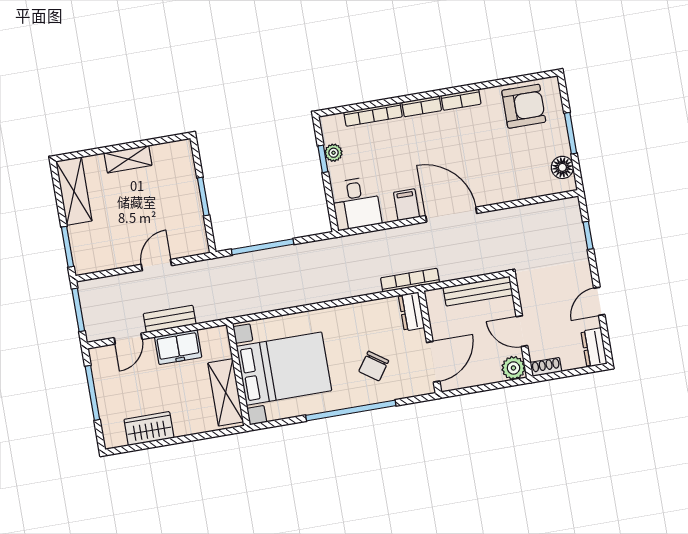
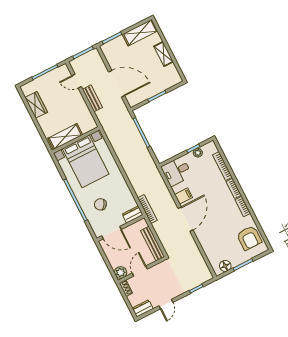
door: (156, 265) -> (117, 84), width x1.87
door: (599, 301) -> (166, 304), swing flipped
freezer: (178, 347) -> (80, 107), removed

